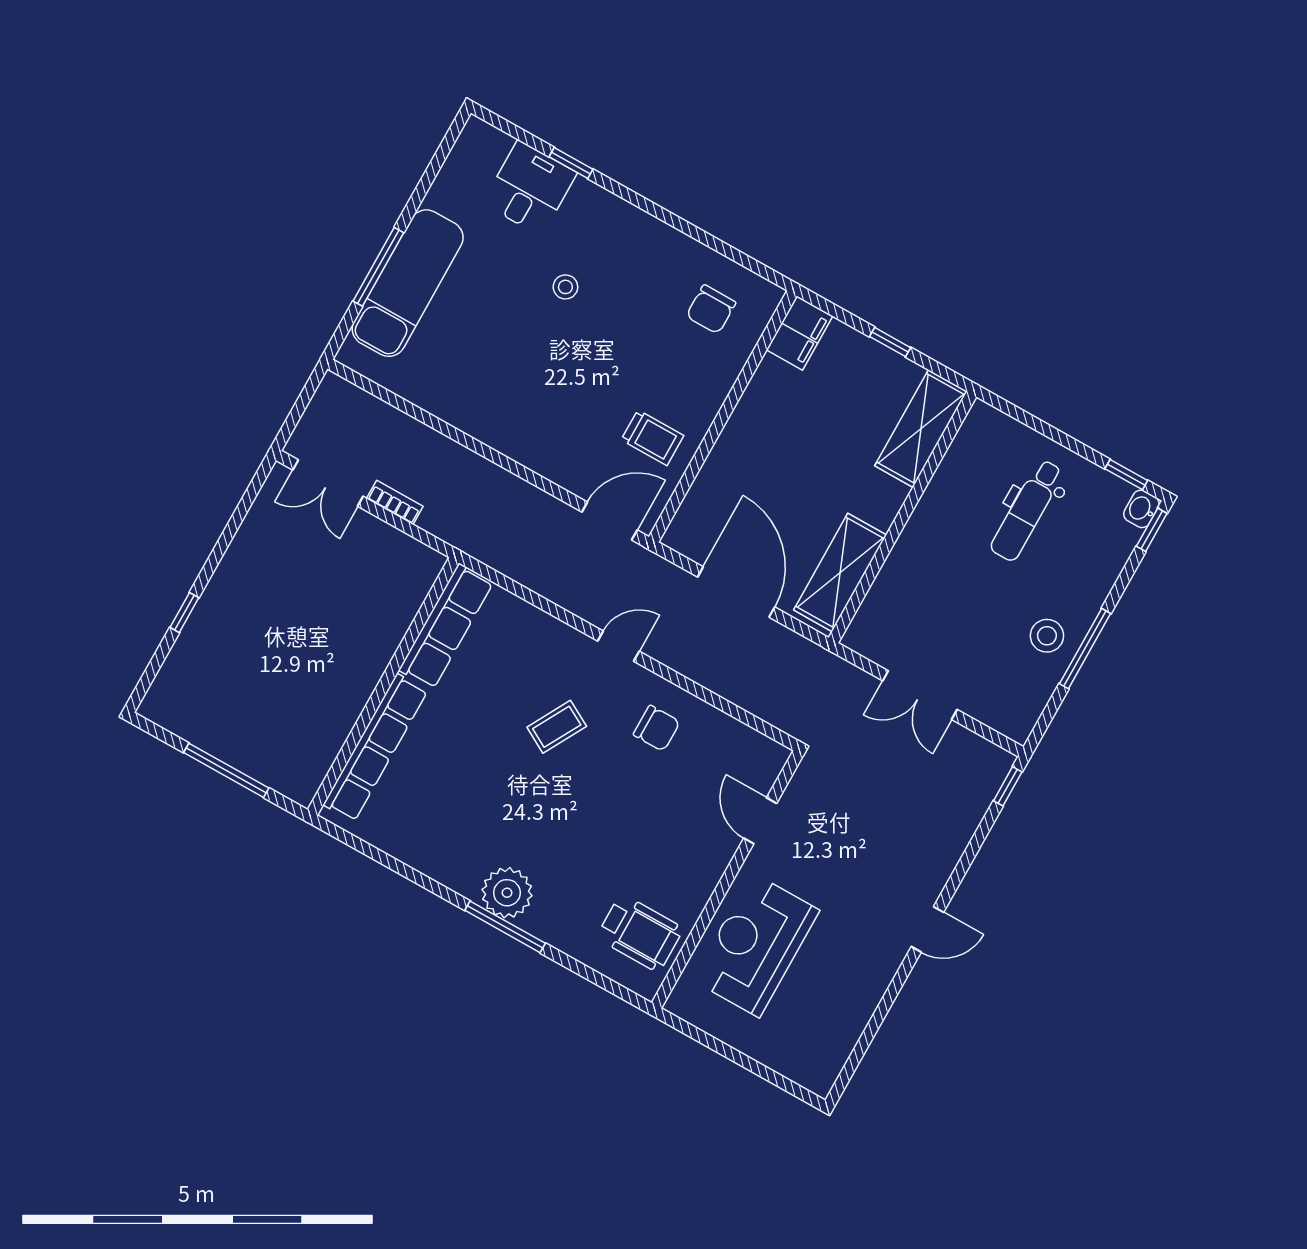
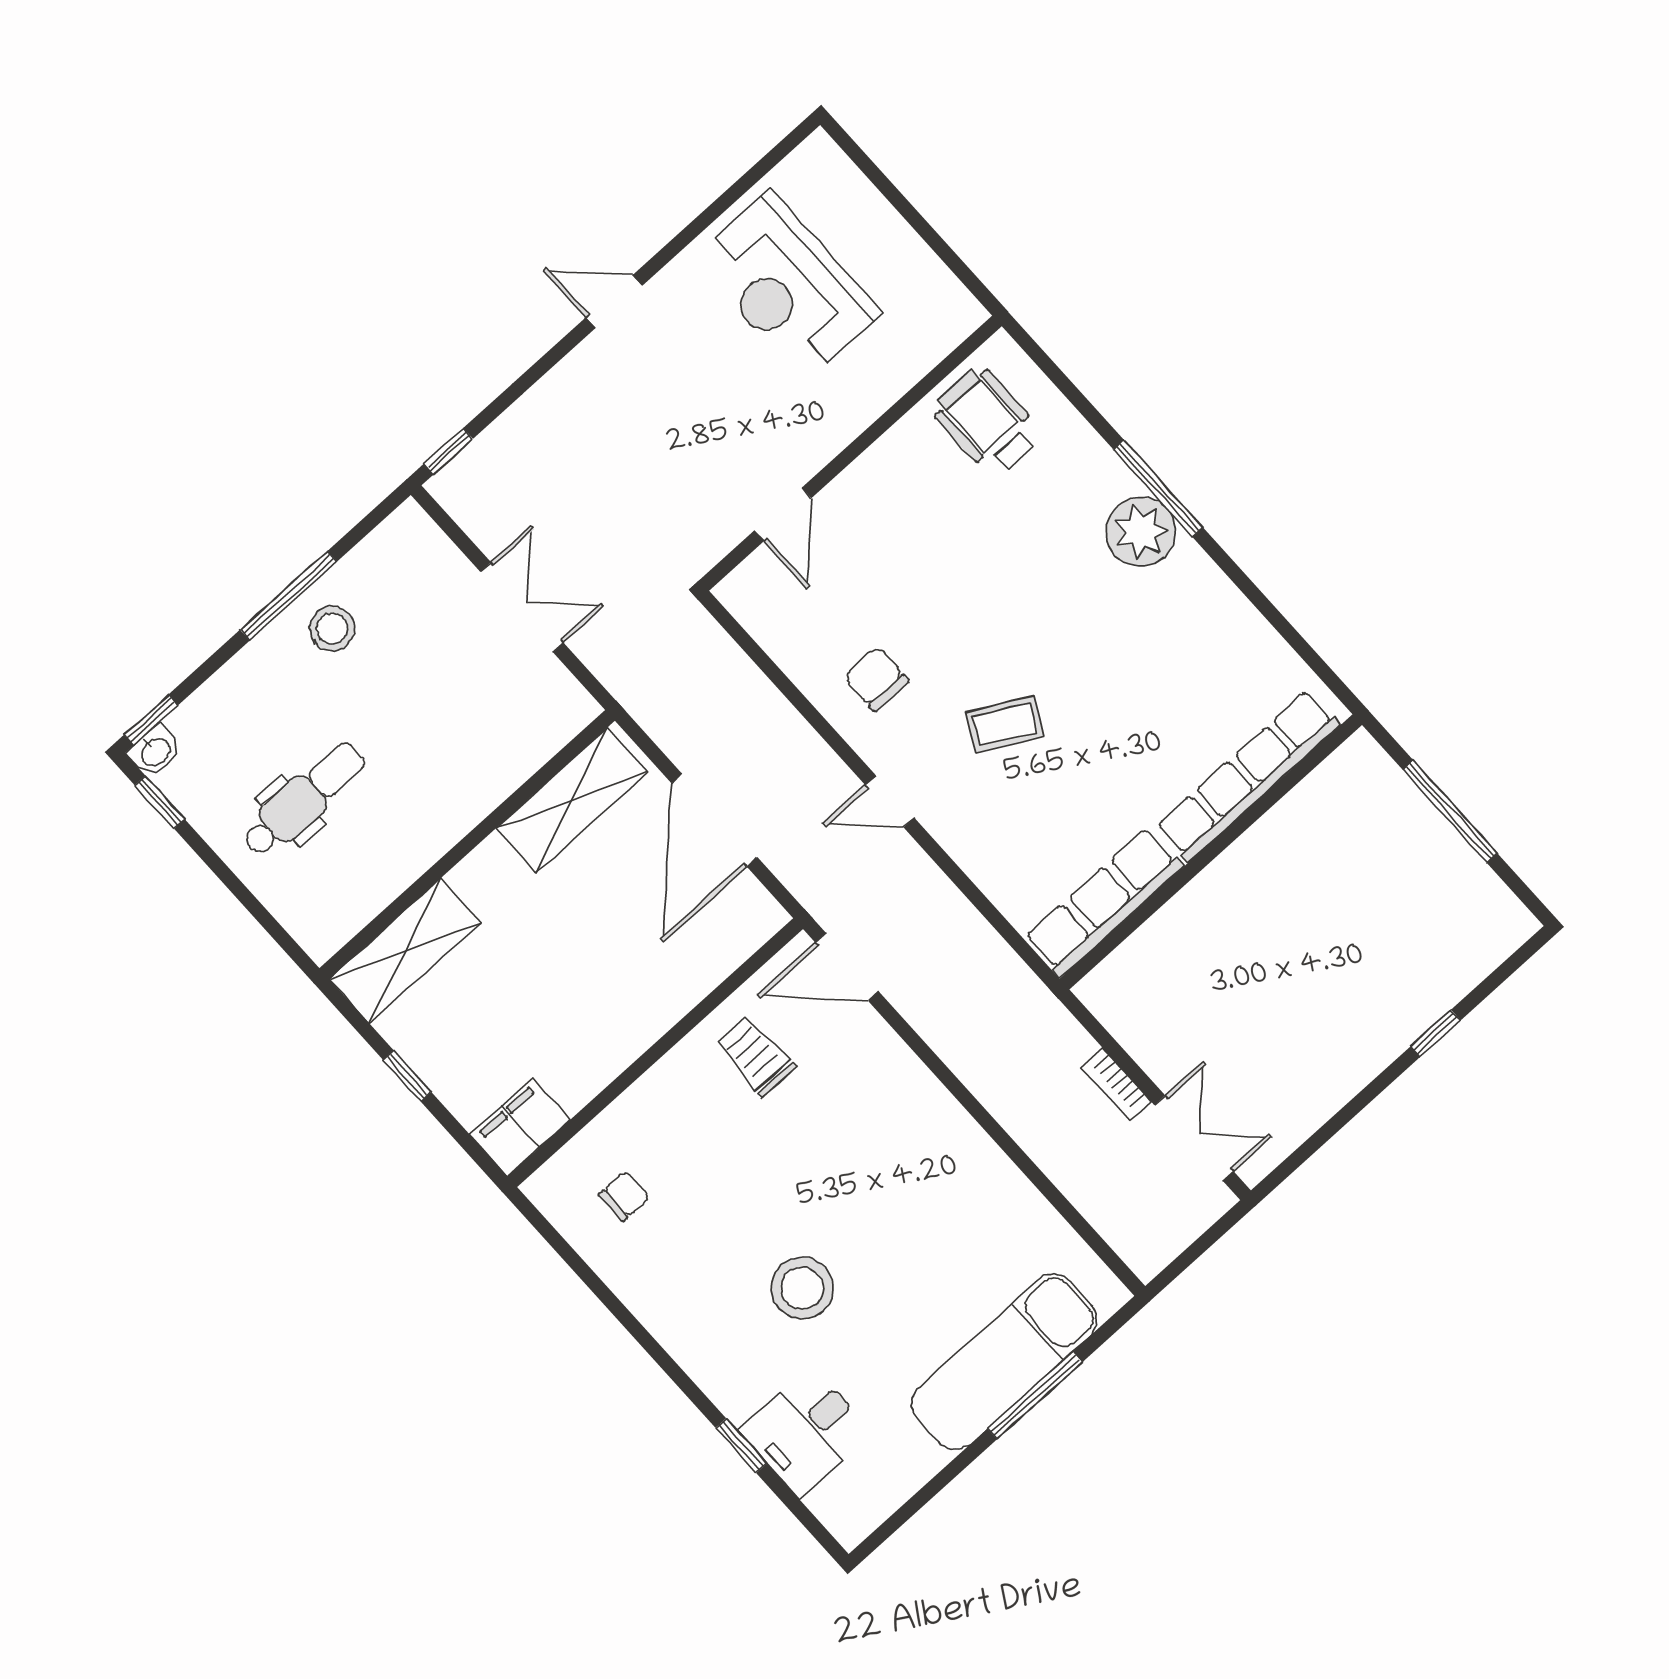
stool: (565, 287) -> (802, 1288), width x1.89, depth x1.89
chair: (711, 309) -> (624, 1196), width x0.73, depth x0.73
reception desk: (756, 945) -> (787, 286), moved, turned 90

